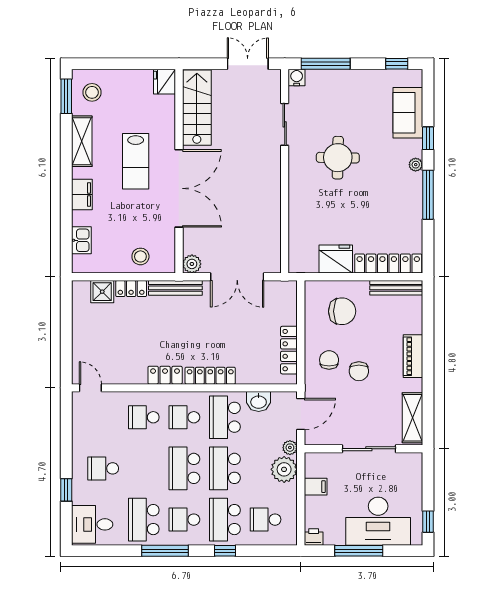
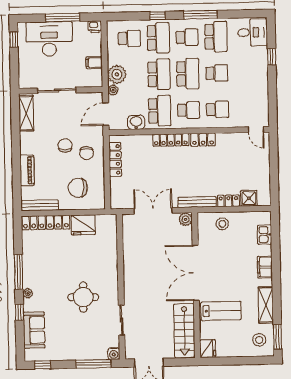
lab bench: (136, 161) -> (221, 311), moved, turned 90
piano: (413, 356) -> (27, 170), moved
school desk: (103, 468) -> (217, 73), moved

